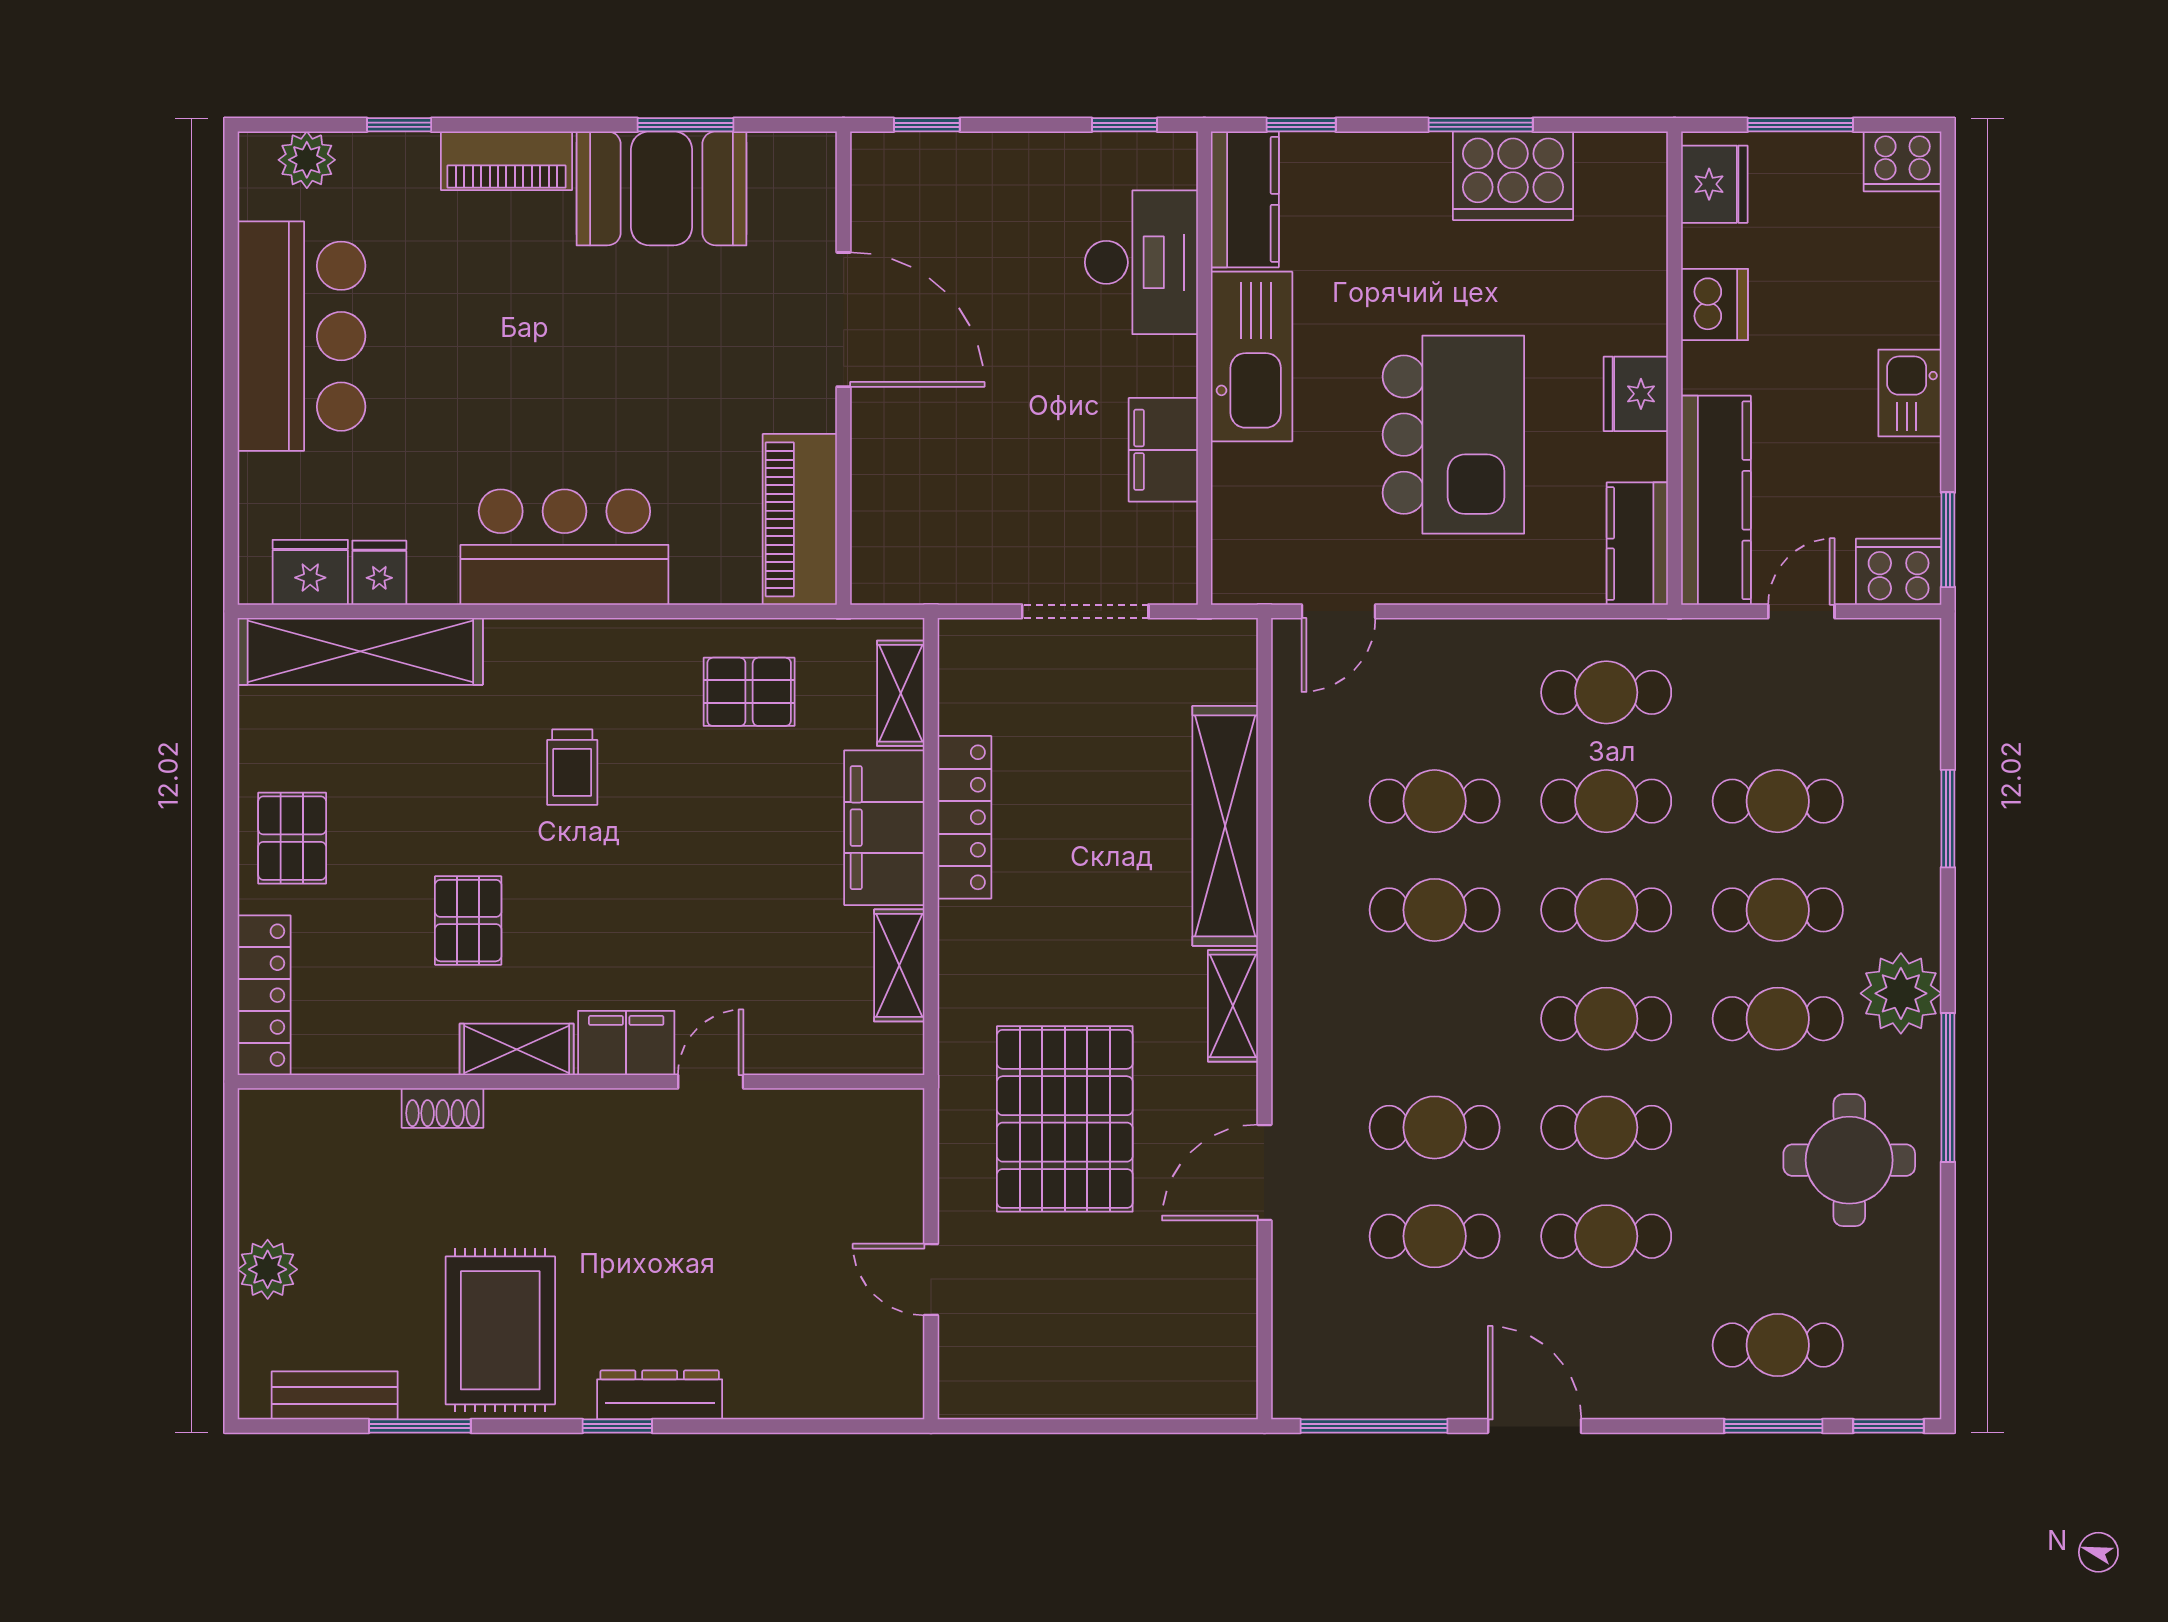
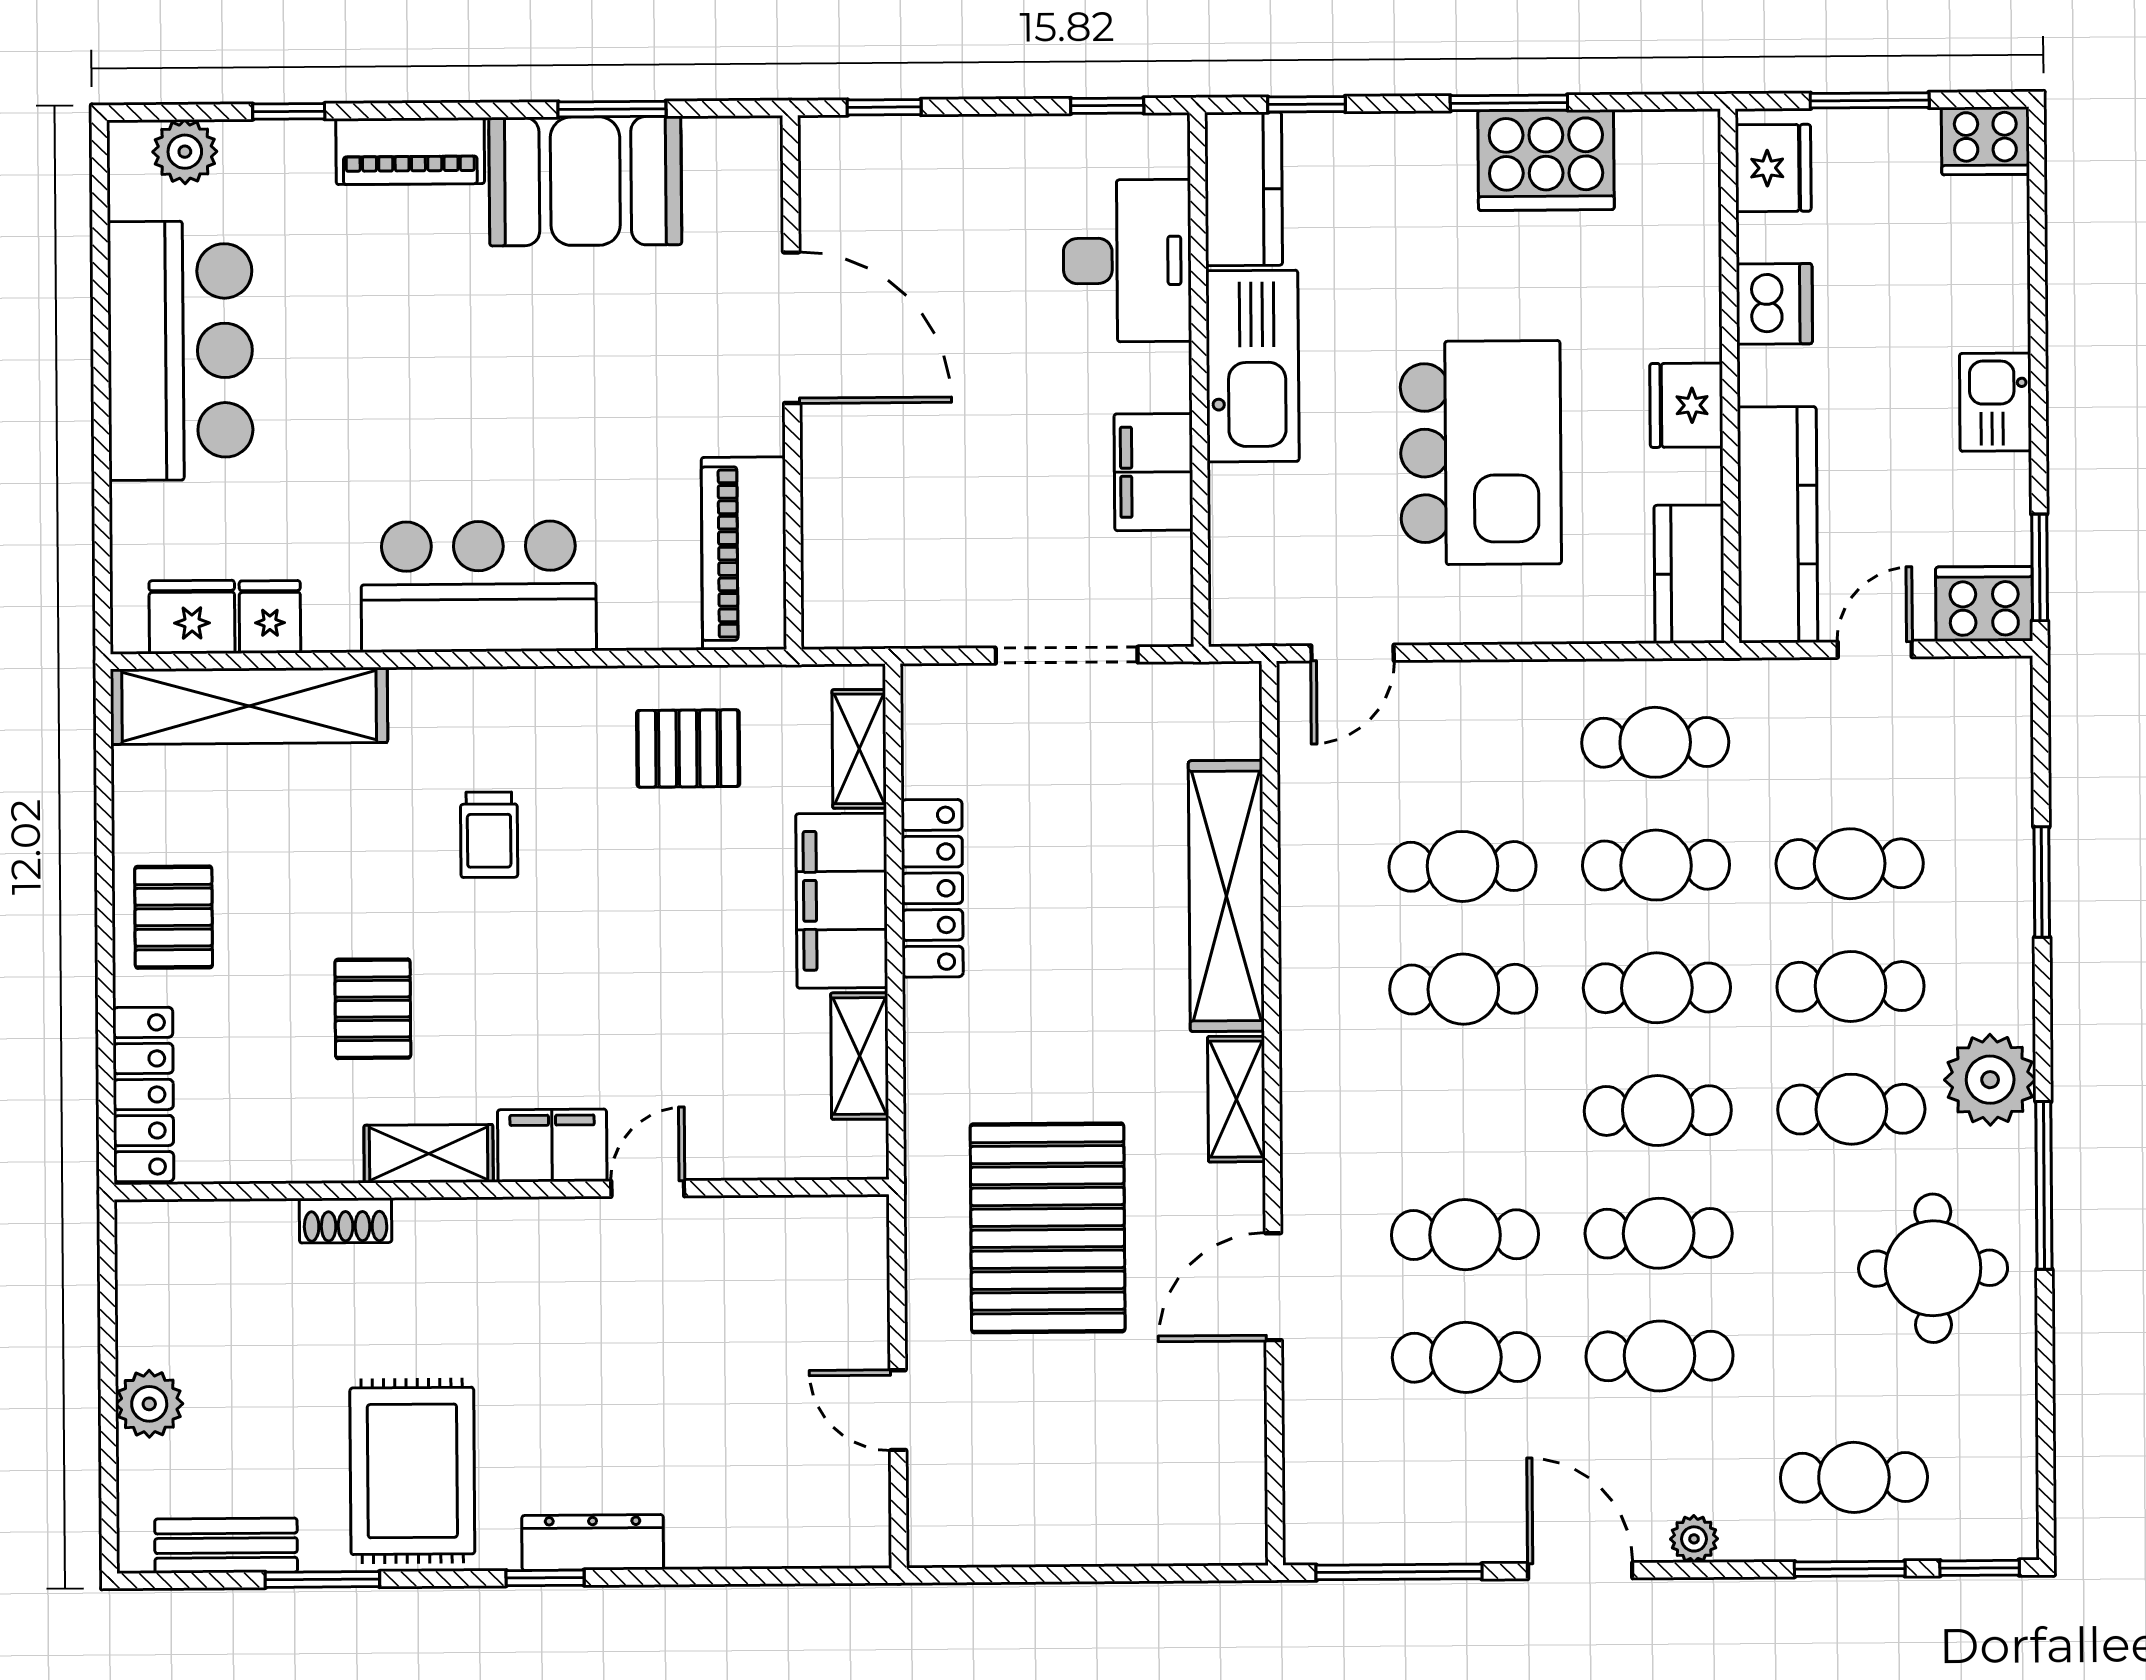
plant: (1636, 1399) -> (1694, 1539), added

